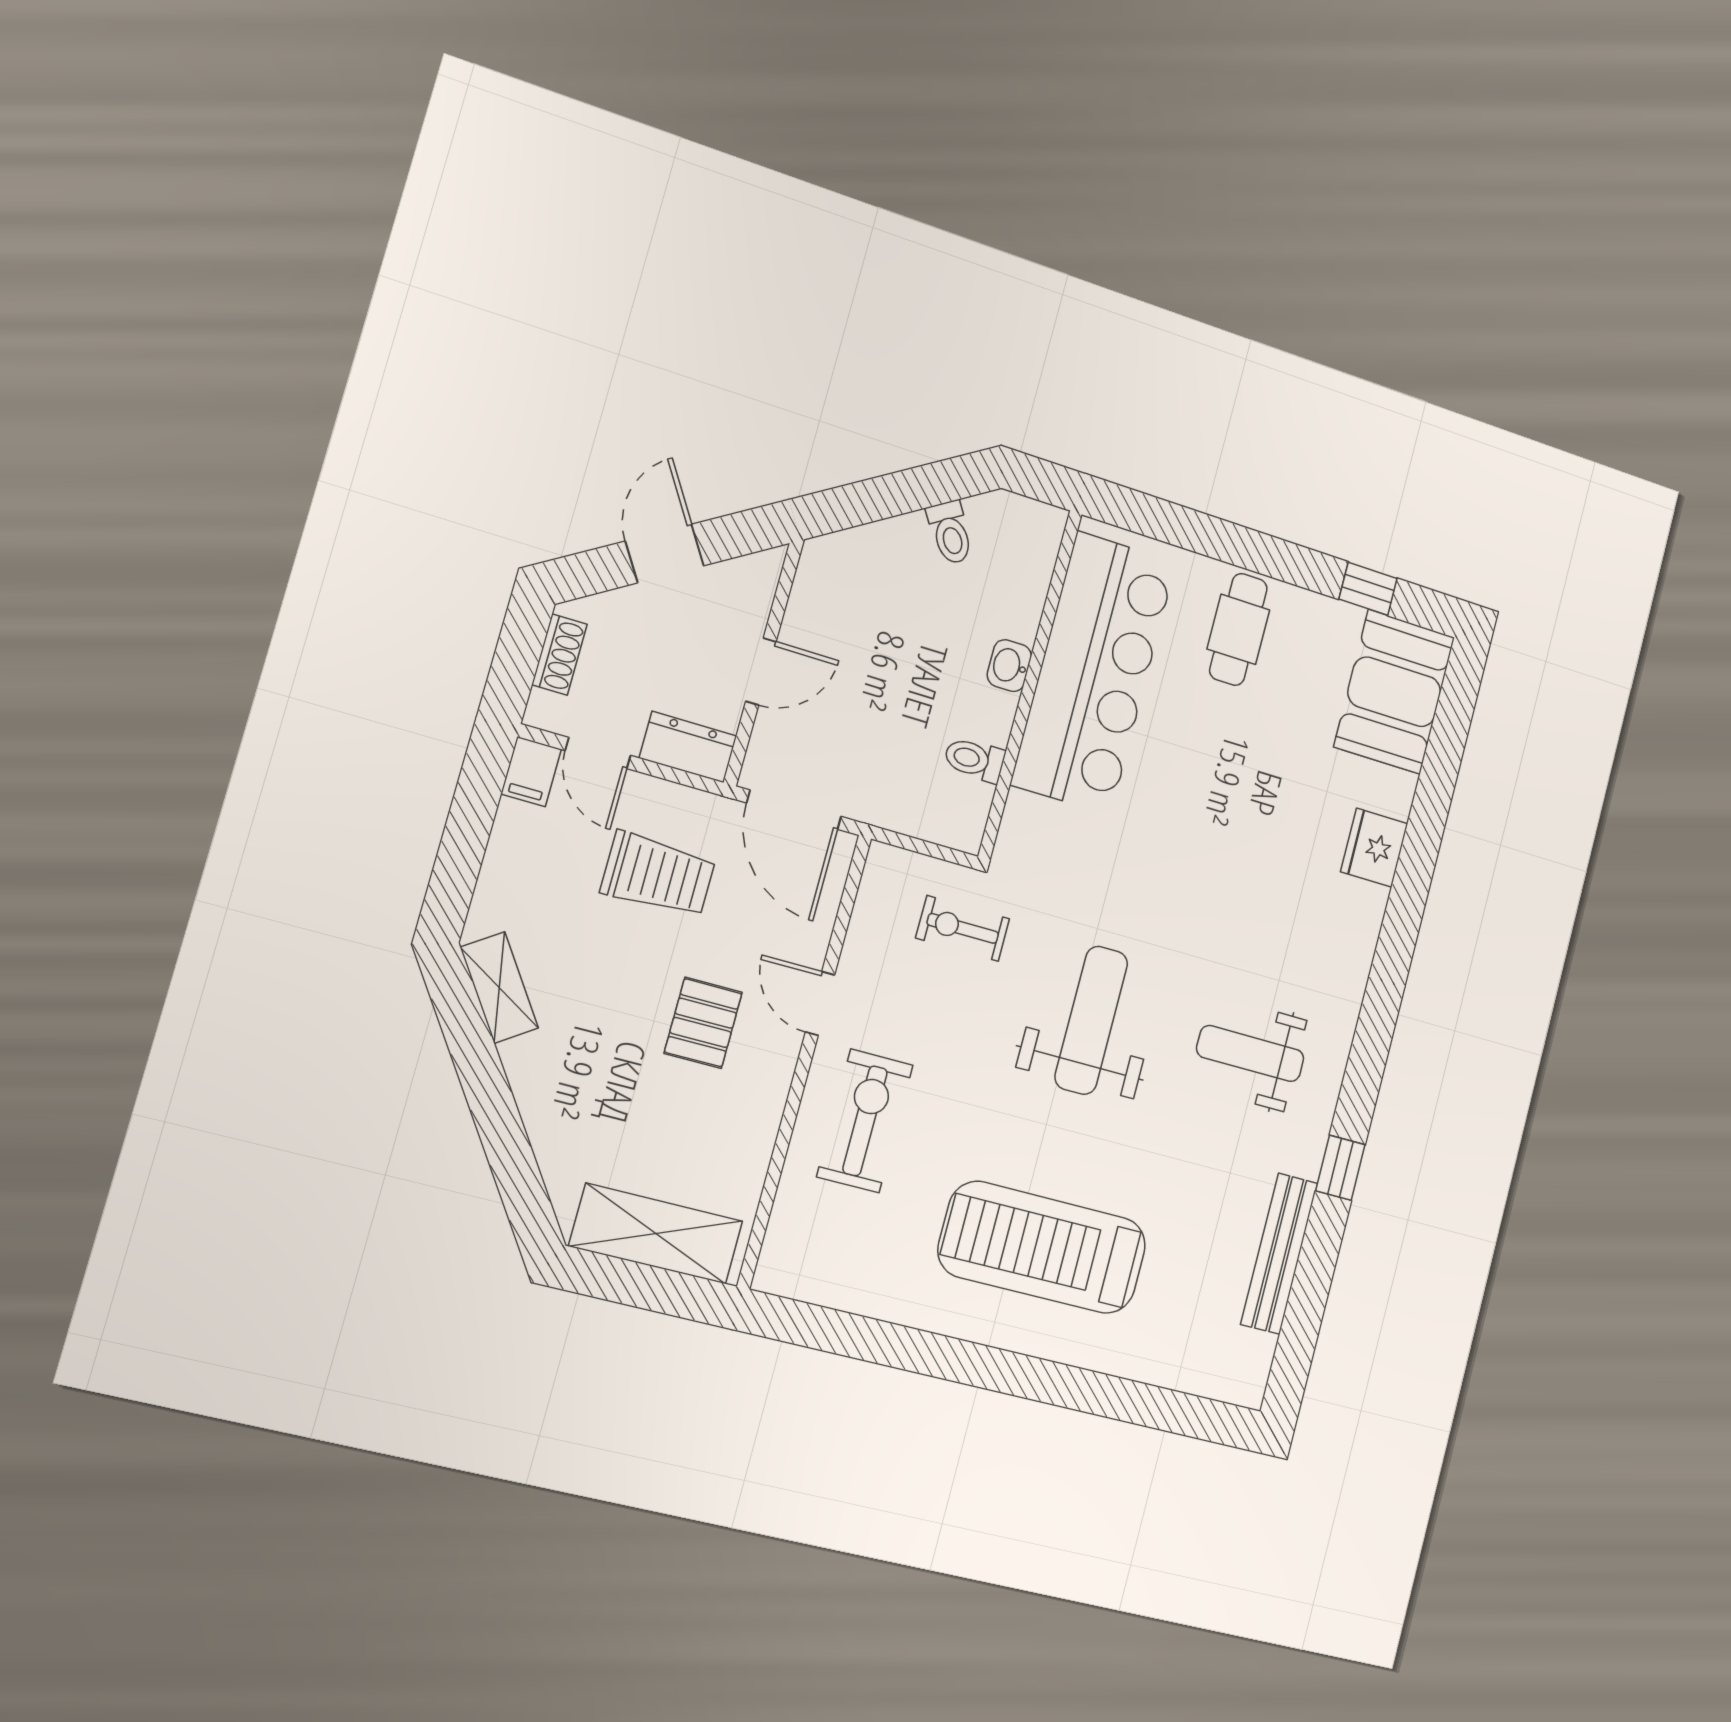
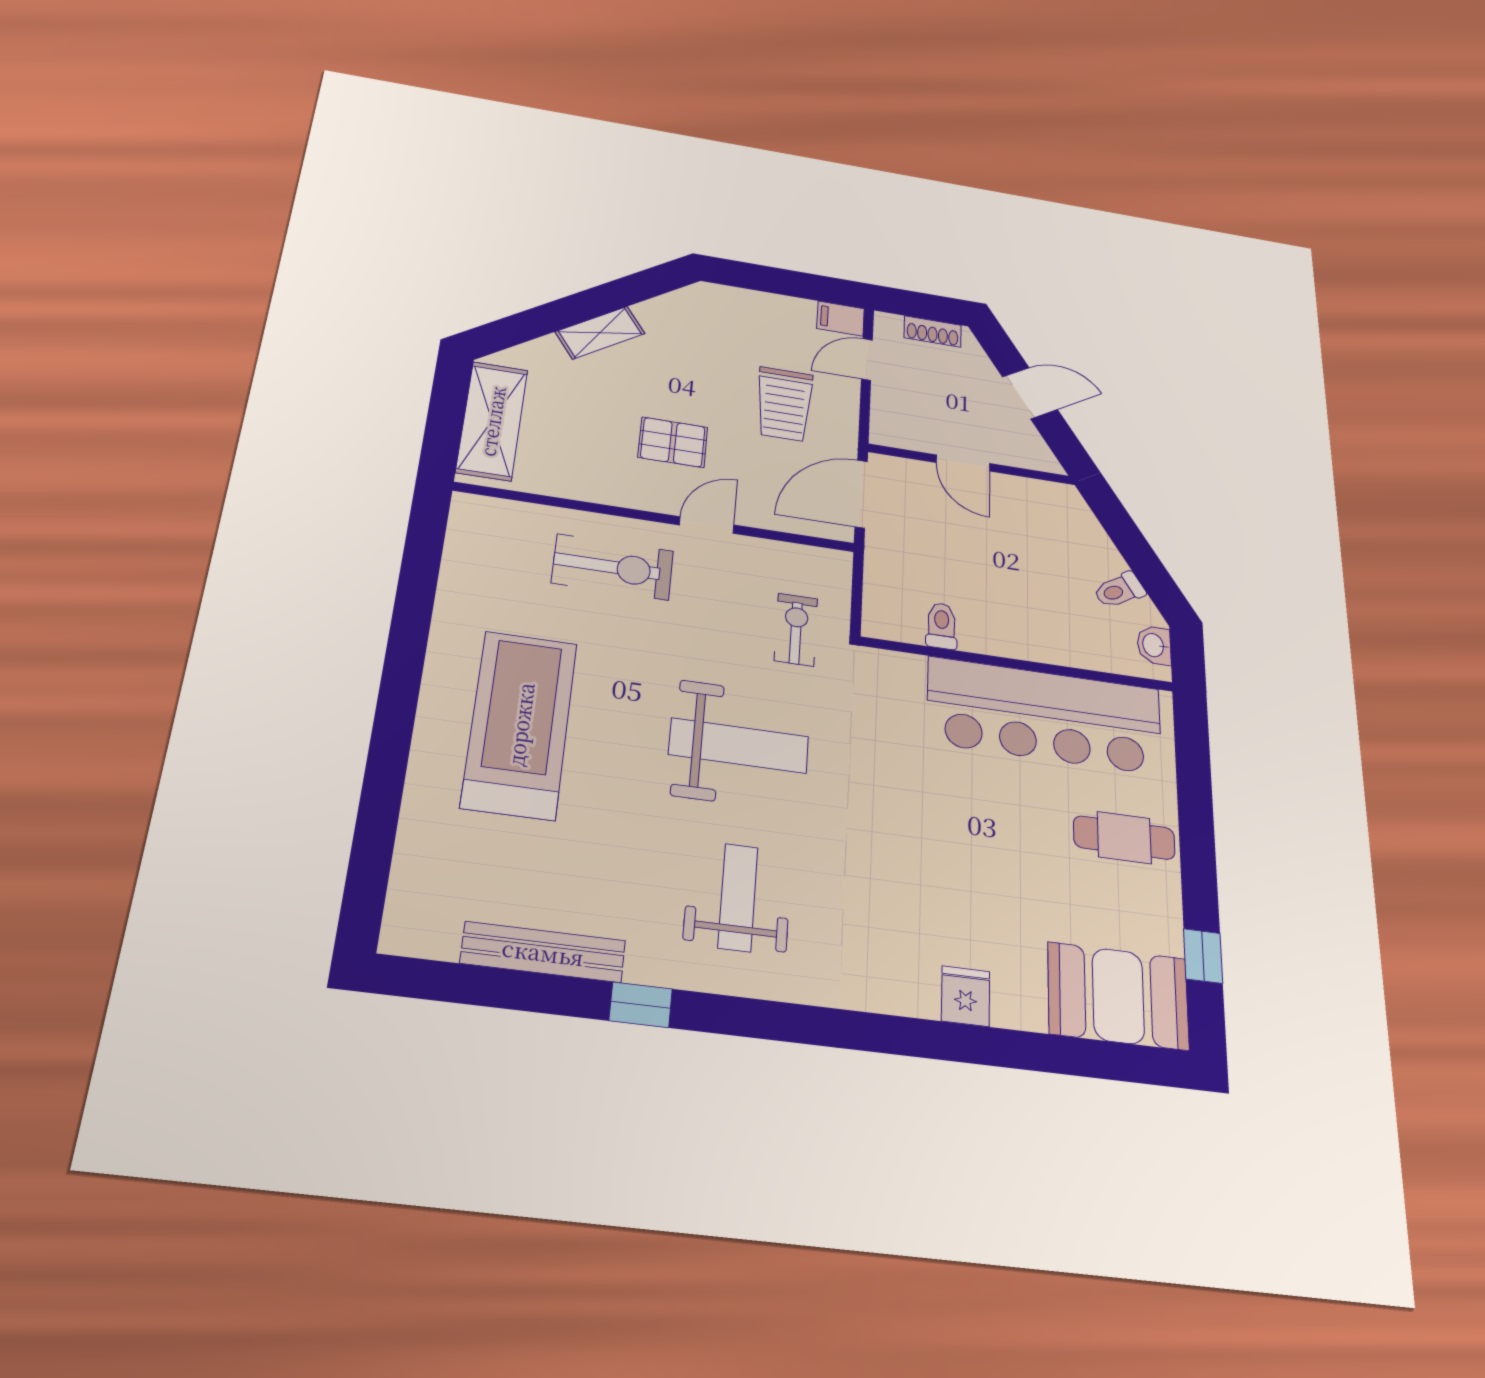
washbasin: (1009, 666) -> (1154, 645), moved, turned -90
dresser: (688, 747) -> (889, 418), removed
fridge: (1374, 848) -> (966, 996), width x0.72
shelving: (499, 988) -> (600, 333), moved

